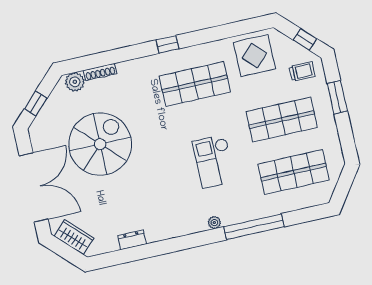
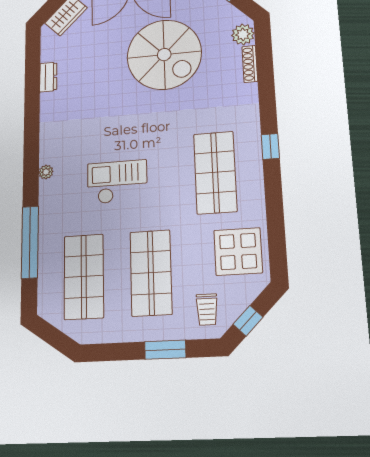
window: (254, 227) -> (30, 242), moved

